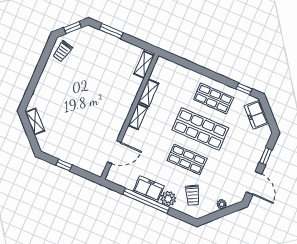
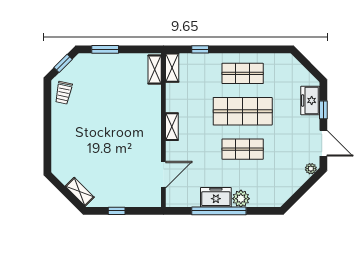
window: (244, 89) -> (200, 49), moved
shelving: (148, 93) -> (172, 68), moved
freezer: (256, 115) -> (310, 100), moved, turned 45
shelving: (35, 122) -> (80, 192), moved
trolley: (193, 195) -> (265, 184), removed
plant: (222, 204) -> (311, 169), moved

